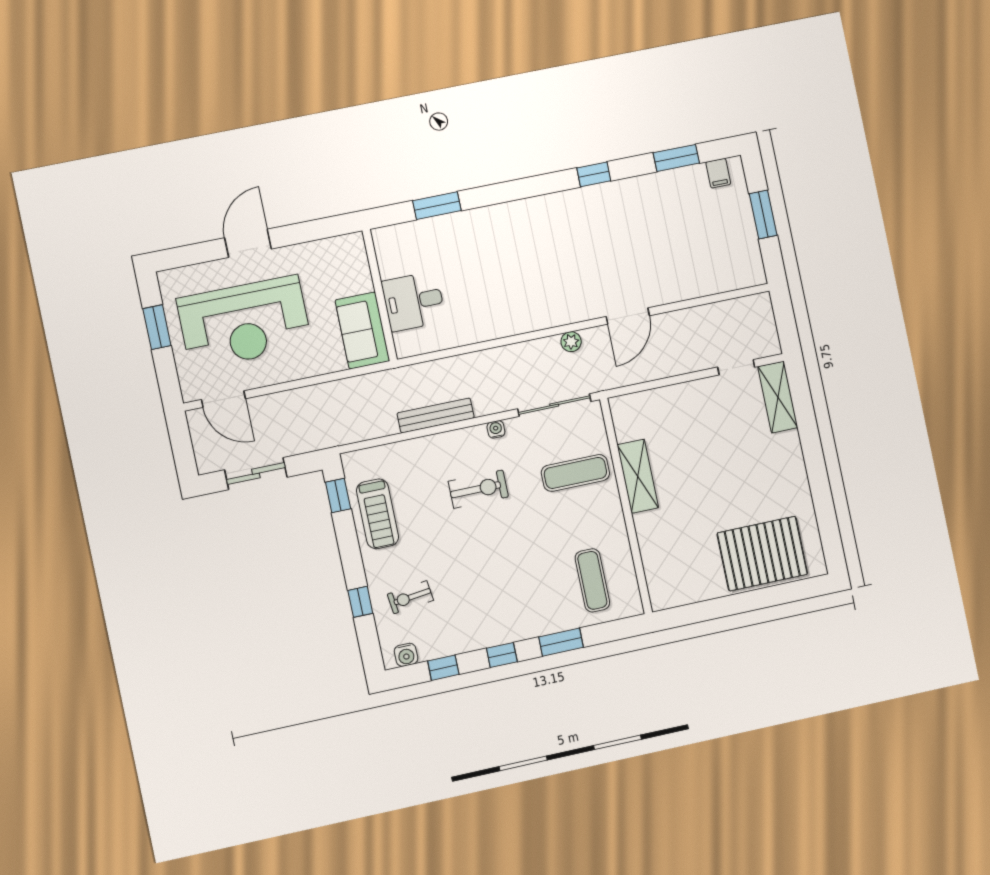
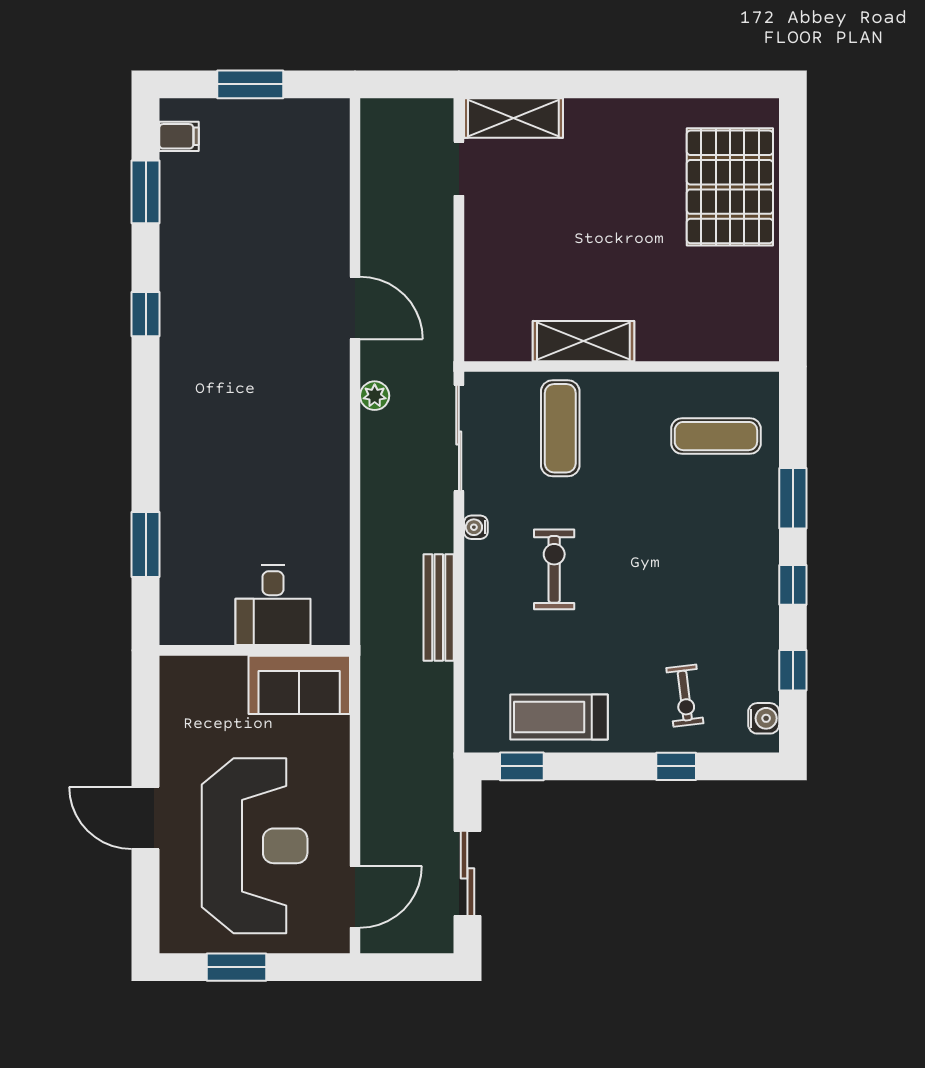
treadmill: (378, 514) -> (559, 717), turned 180

